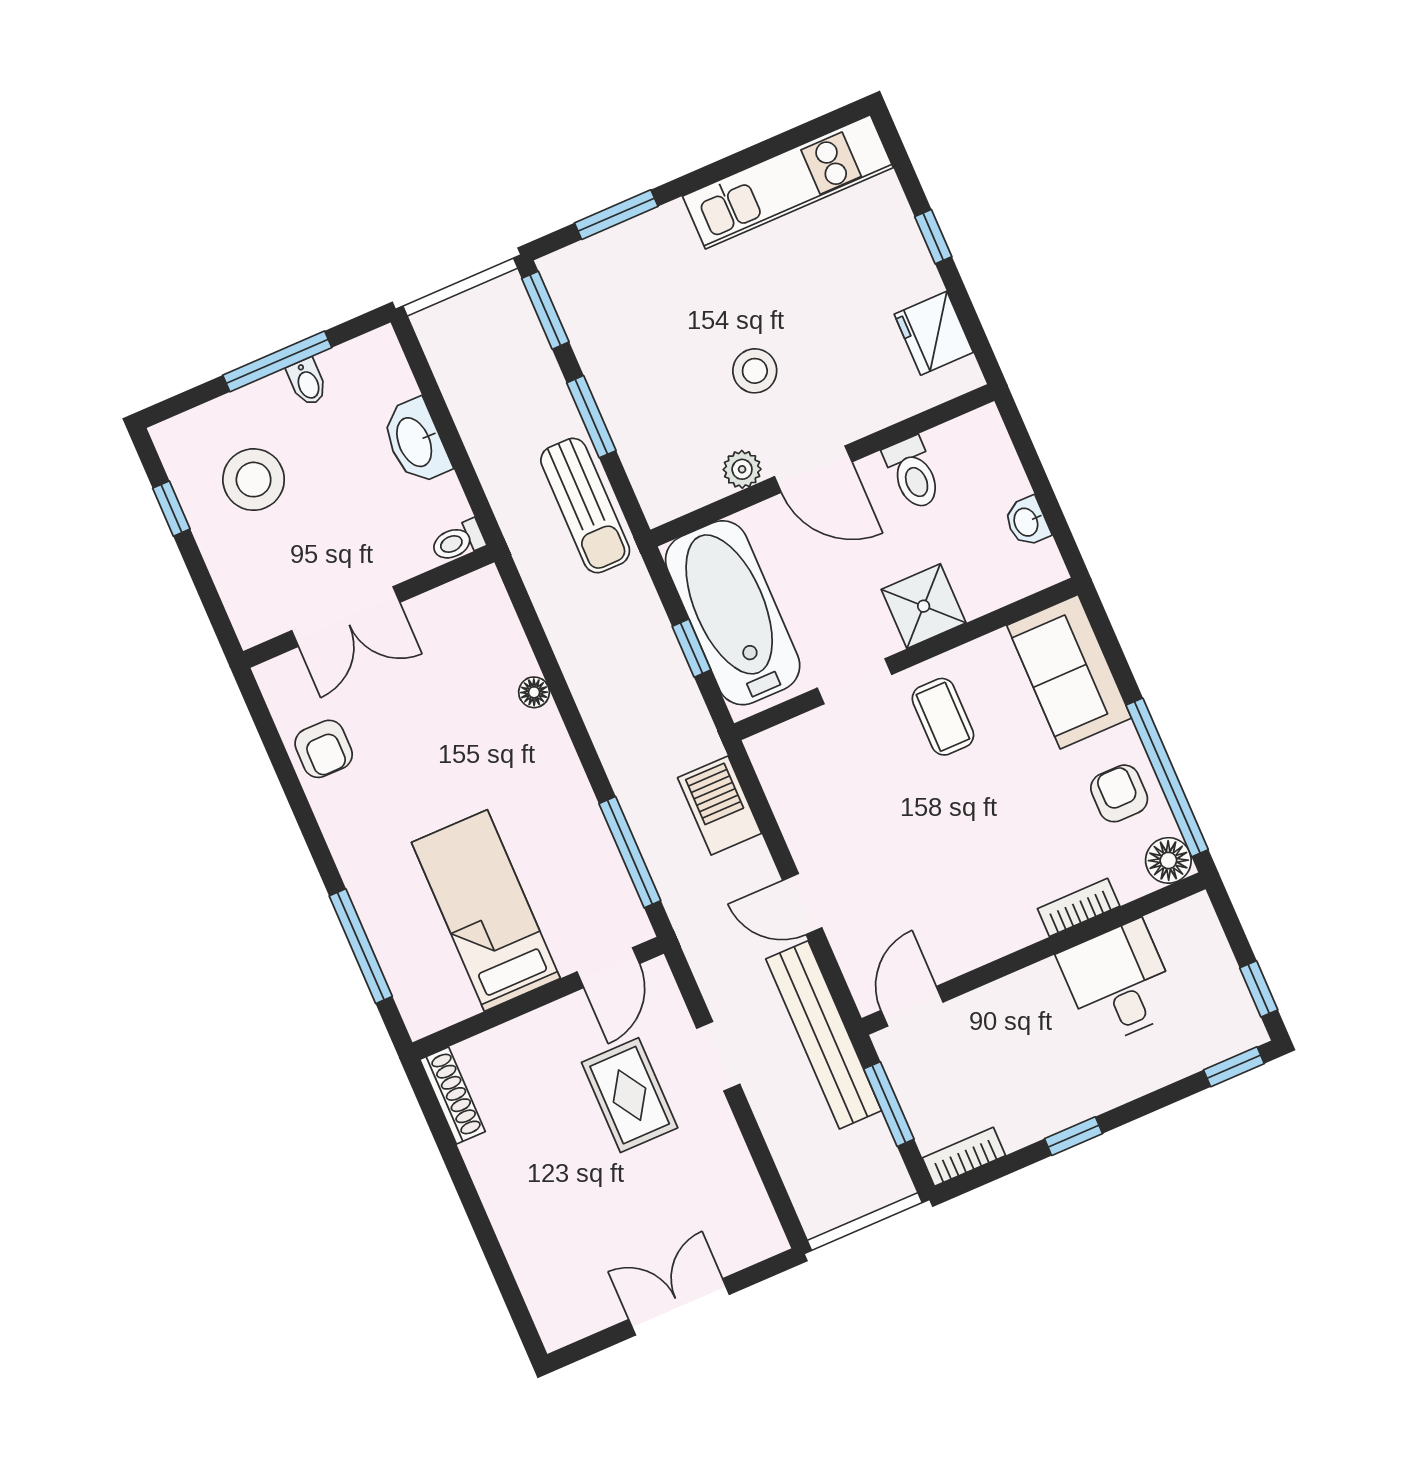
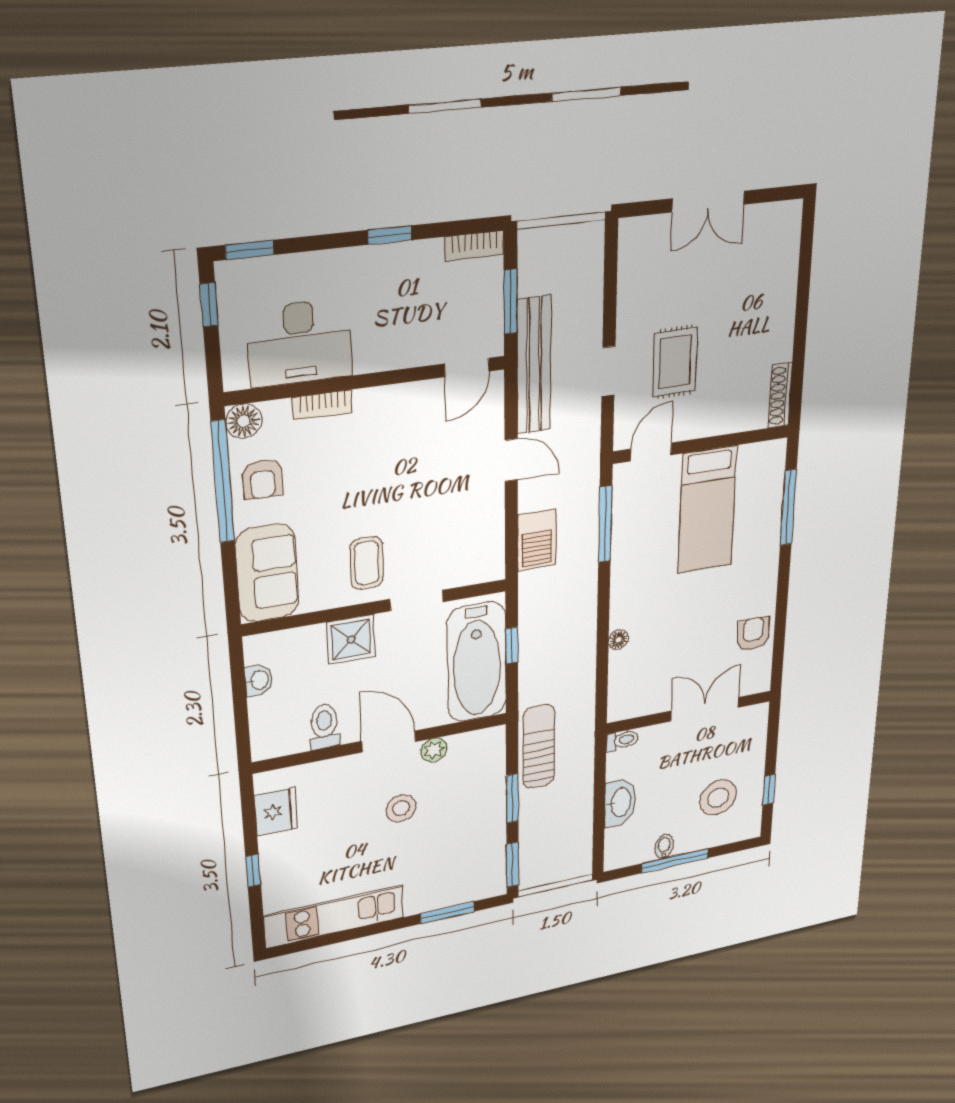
desk: (1119, 983) -> (300, 343), width x1.37

